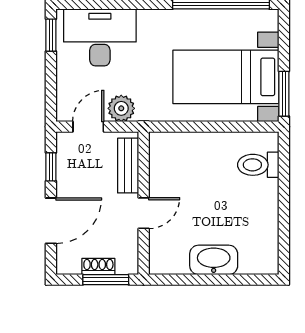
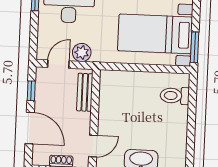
door: (144, 213) -> (93, 146), moved
door: (51, 221) -> (30, 128), hinge flipped

